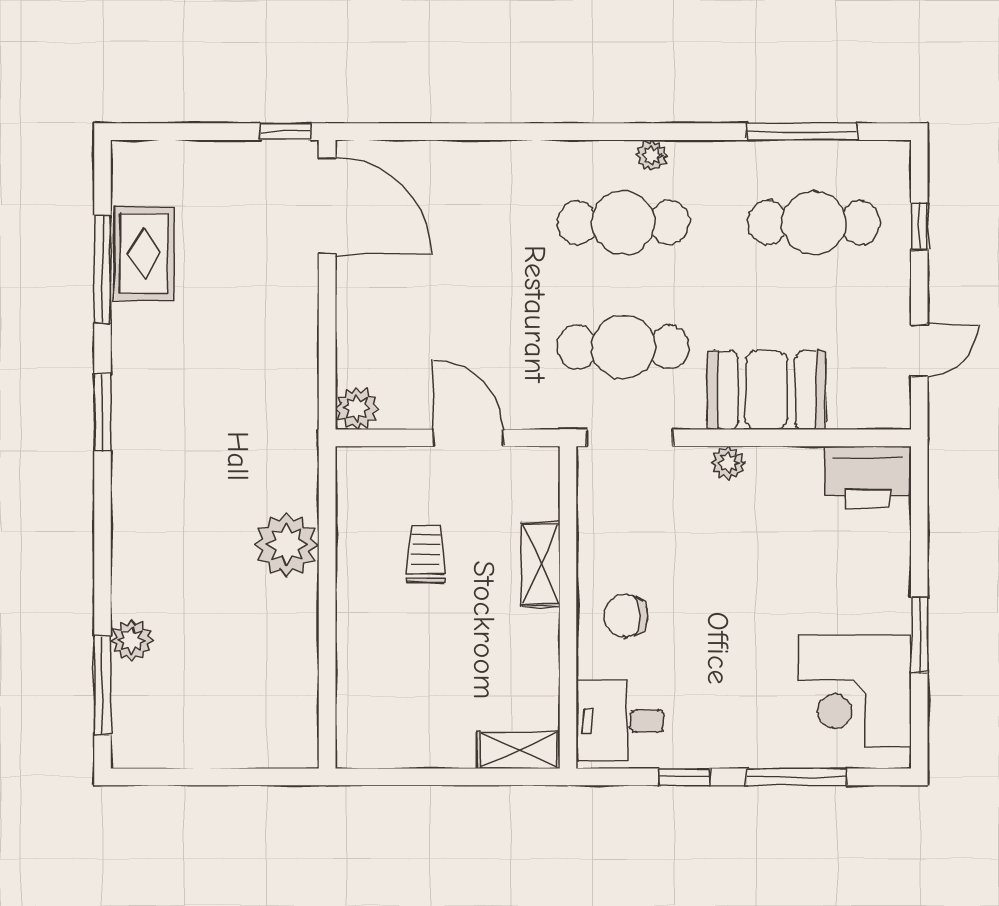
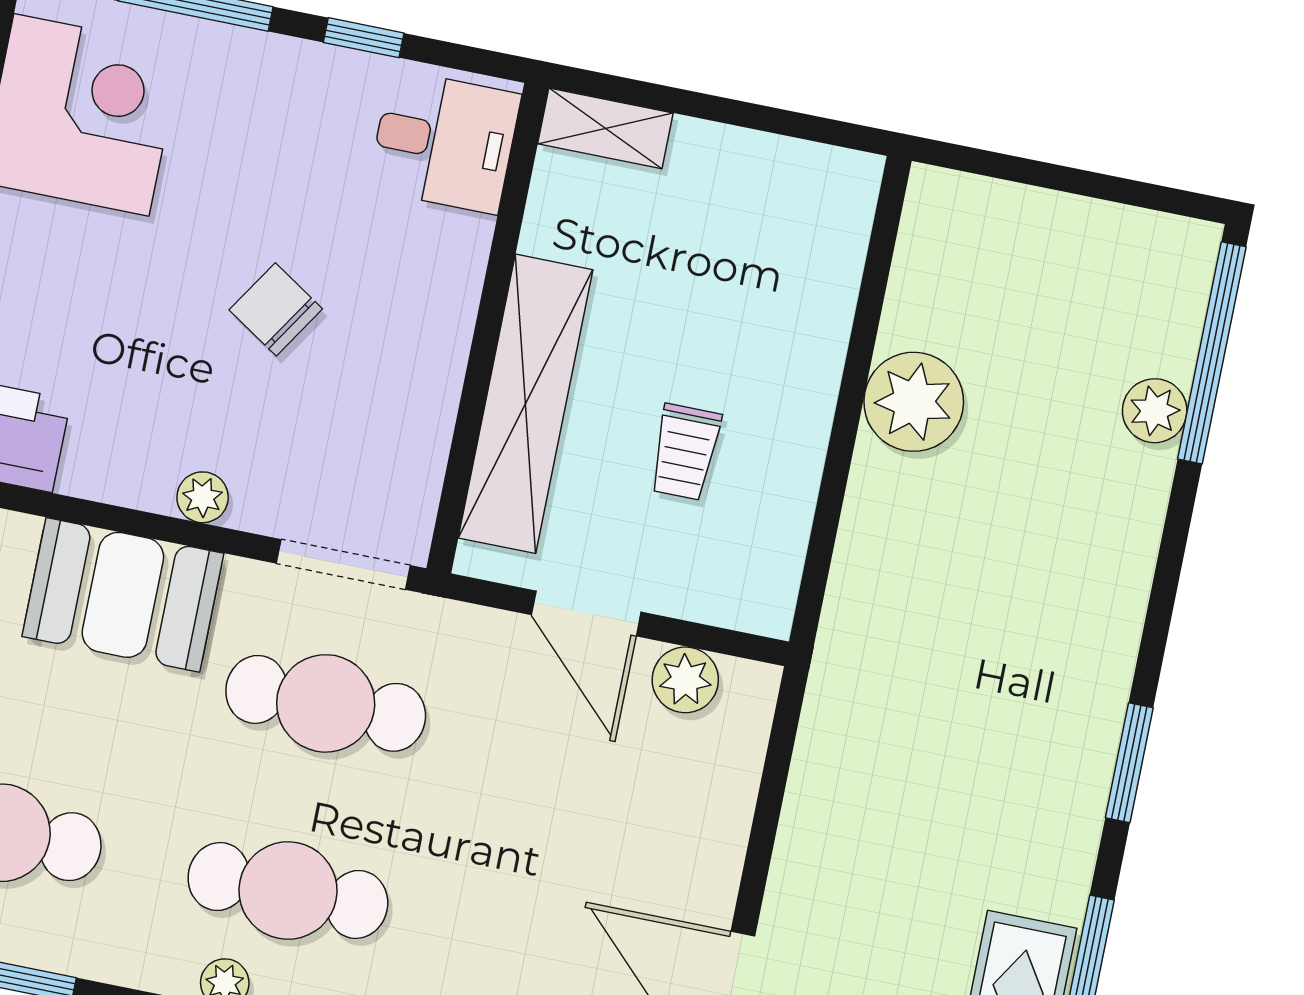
plant: (357, 408) -> (685, 680), moved
plant: (287, 545) -> (914, 402), moved
shelving: (541, 564) -> (526, 404), width x2.20, depth x1.33
chair: (626, 616) -> (276, 309), moved, turned -147
window: (103, 685) -> (1212, 353), width x1.46

